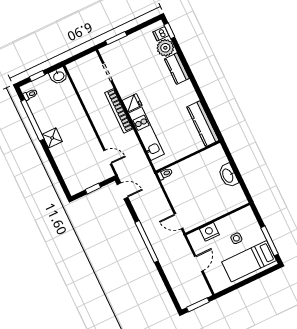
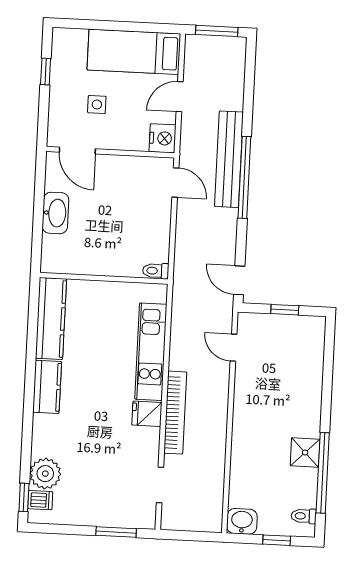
kitchen counter: (177, 69) -> (47, 387), moved
shower: (52, 138) -> (305, 452), moved
door: (234, 211) -> (77, 150), added
nightstand: (209, 232) -> (163, 138), moved, turned -90
window: (270, 241) -> (46, 71), width x0.46
bench: (159, 246) -> (229, 159), added
bed: (249, 261) -> (134, 52), moved, turned 180

